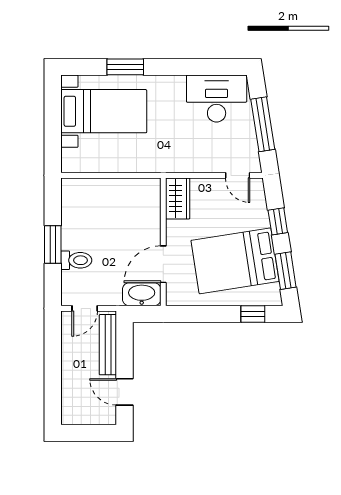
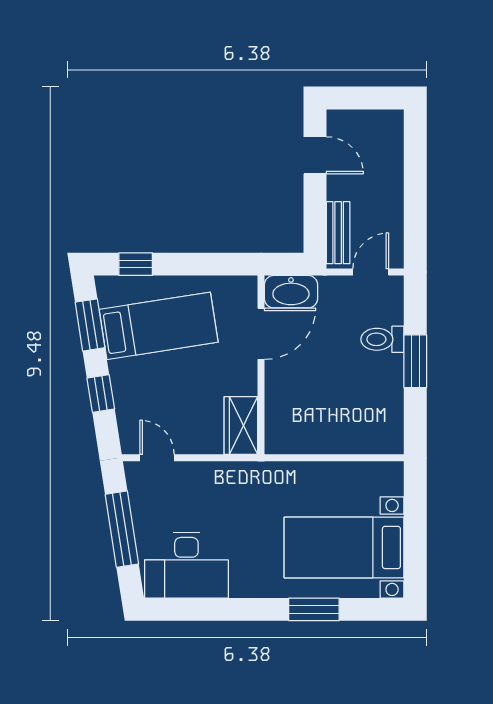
bed: (235, 261) -> (159, 326), width x0.67
bench: (108, 345) -> (338, 233), width x0.73

